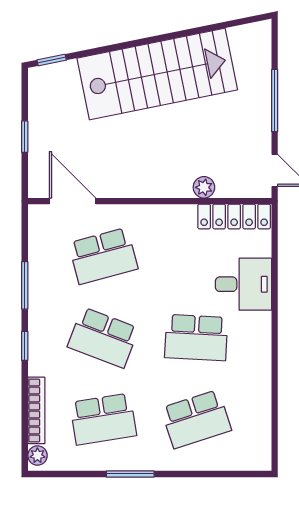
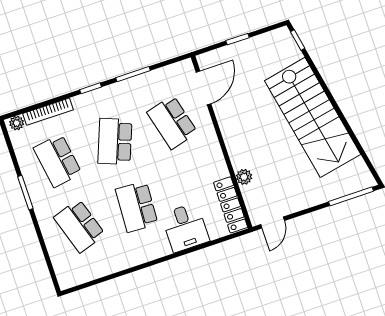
window: (275, 101) -> (351, 196), moved

